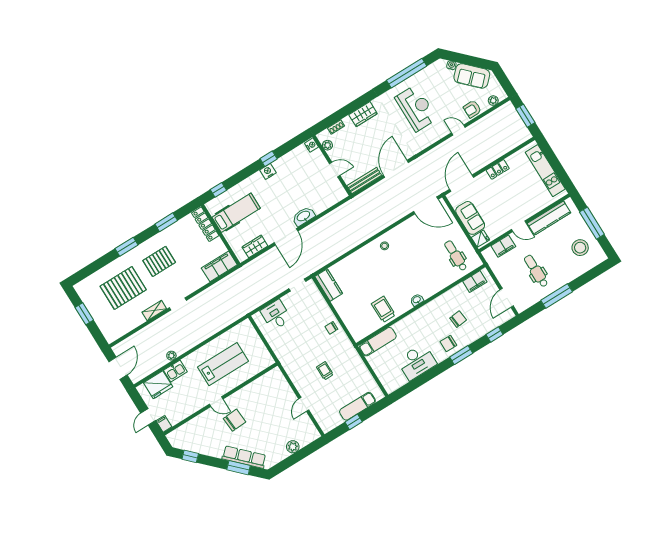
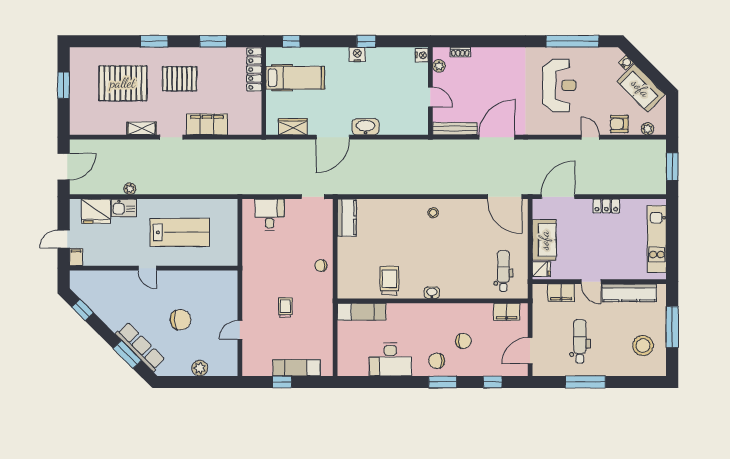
wardrobe: (363, 114) -> (498, 56), removed
filing cabinet: (219, 266) -> (207, 124), moved
chair: (235, 420) -> (181, 320), moved

